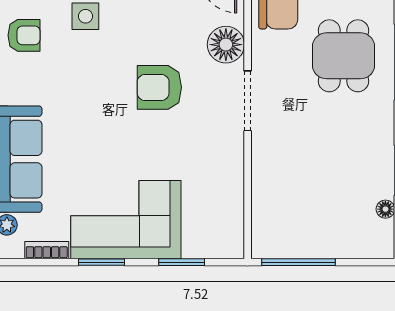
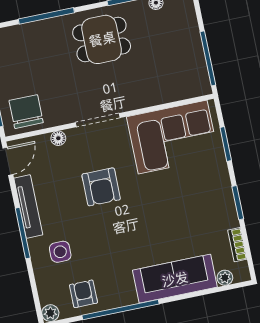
floor lamp: (226, 45) -> (58, 138), width x0.53, depth x0.53
dining table: (343, 56) -> (102, 39), moved
corner sofa: (126, 220) -> (173, 137), moved, turned -90

